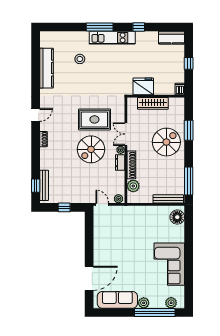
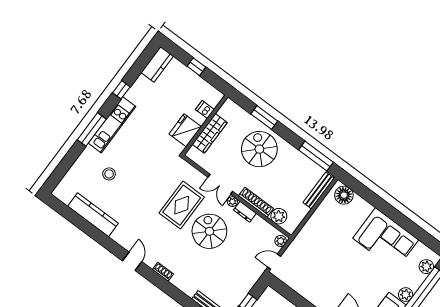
dishwasher: (180, 89) -> (205, 110), moved
spiral stairs: (91, 149) -> (209, 231), turned 180

